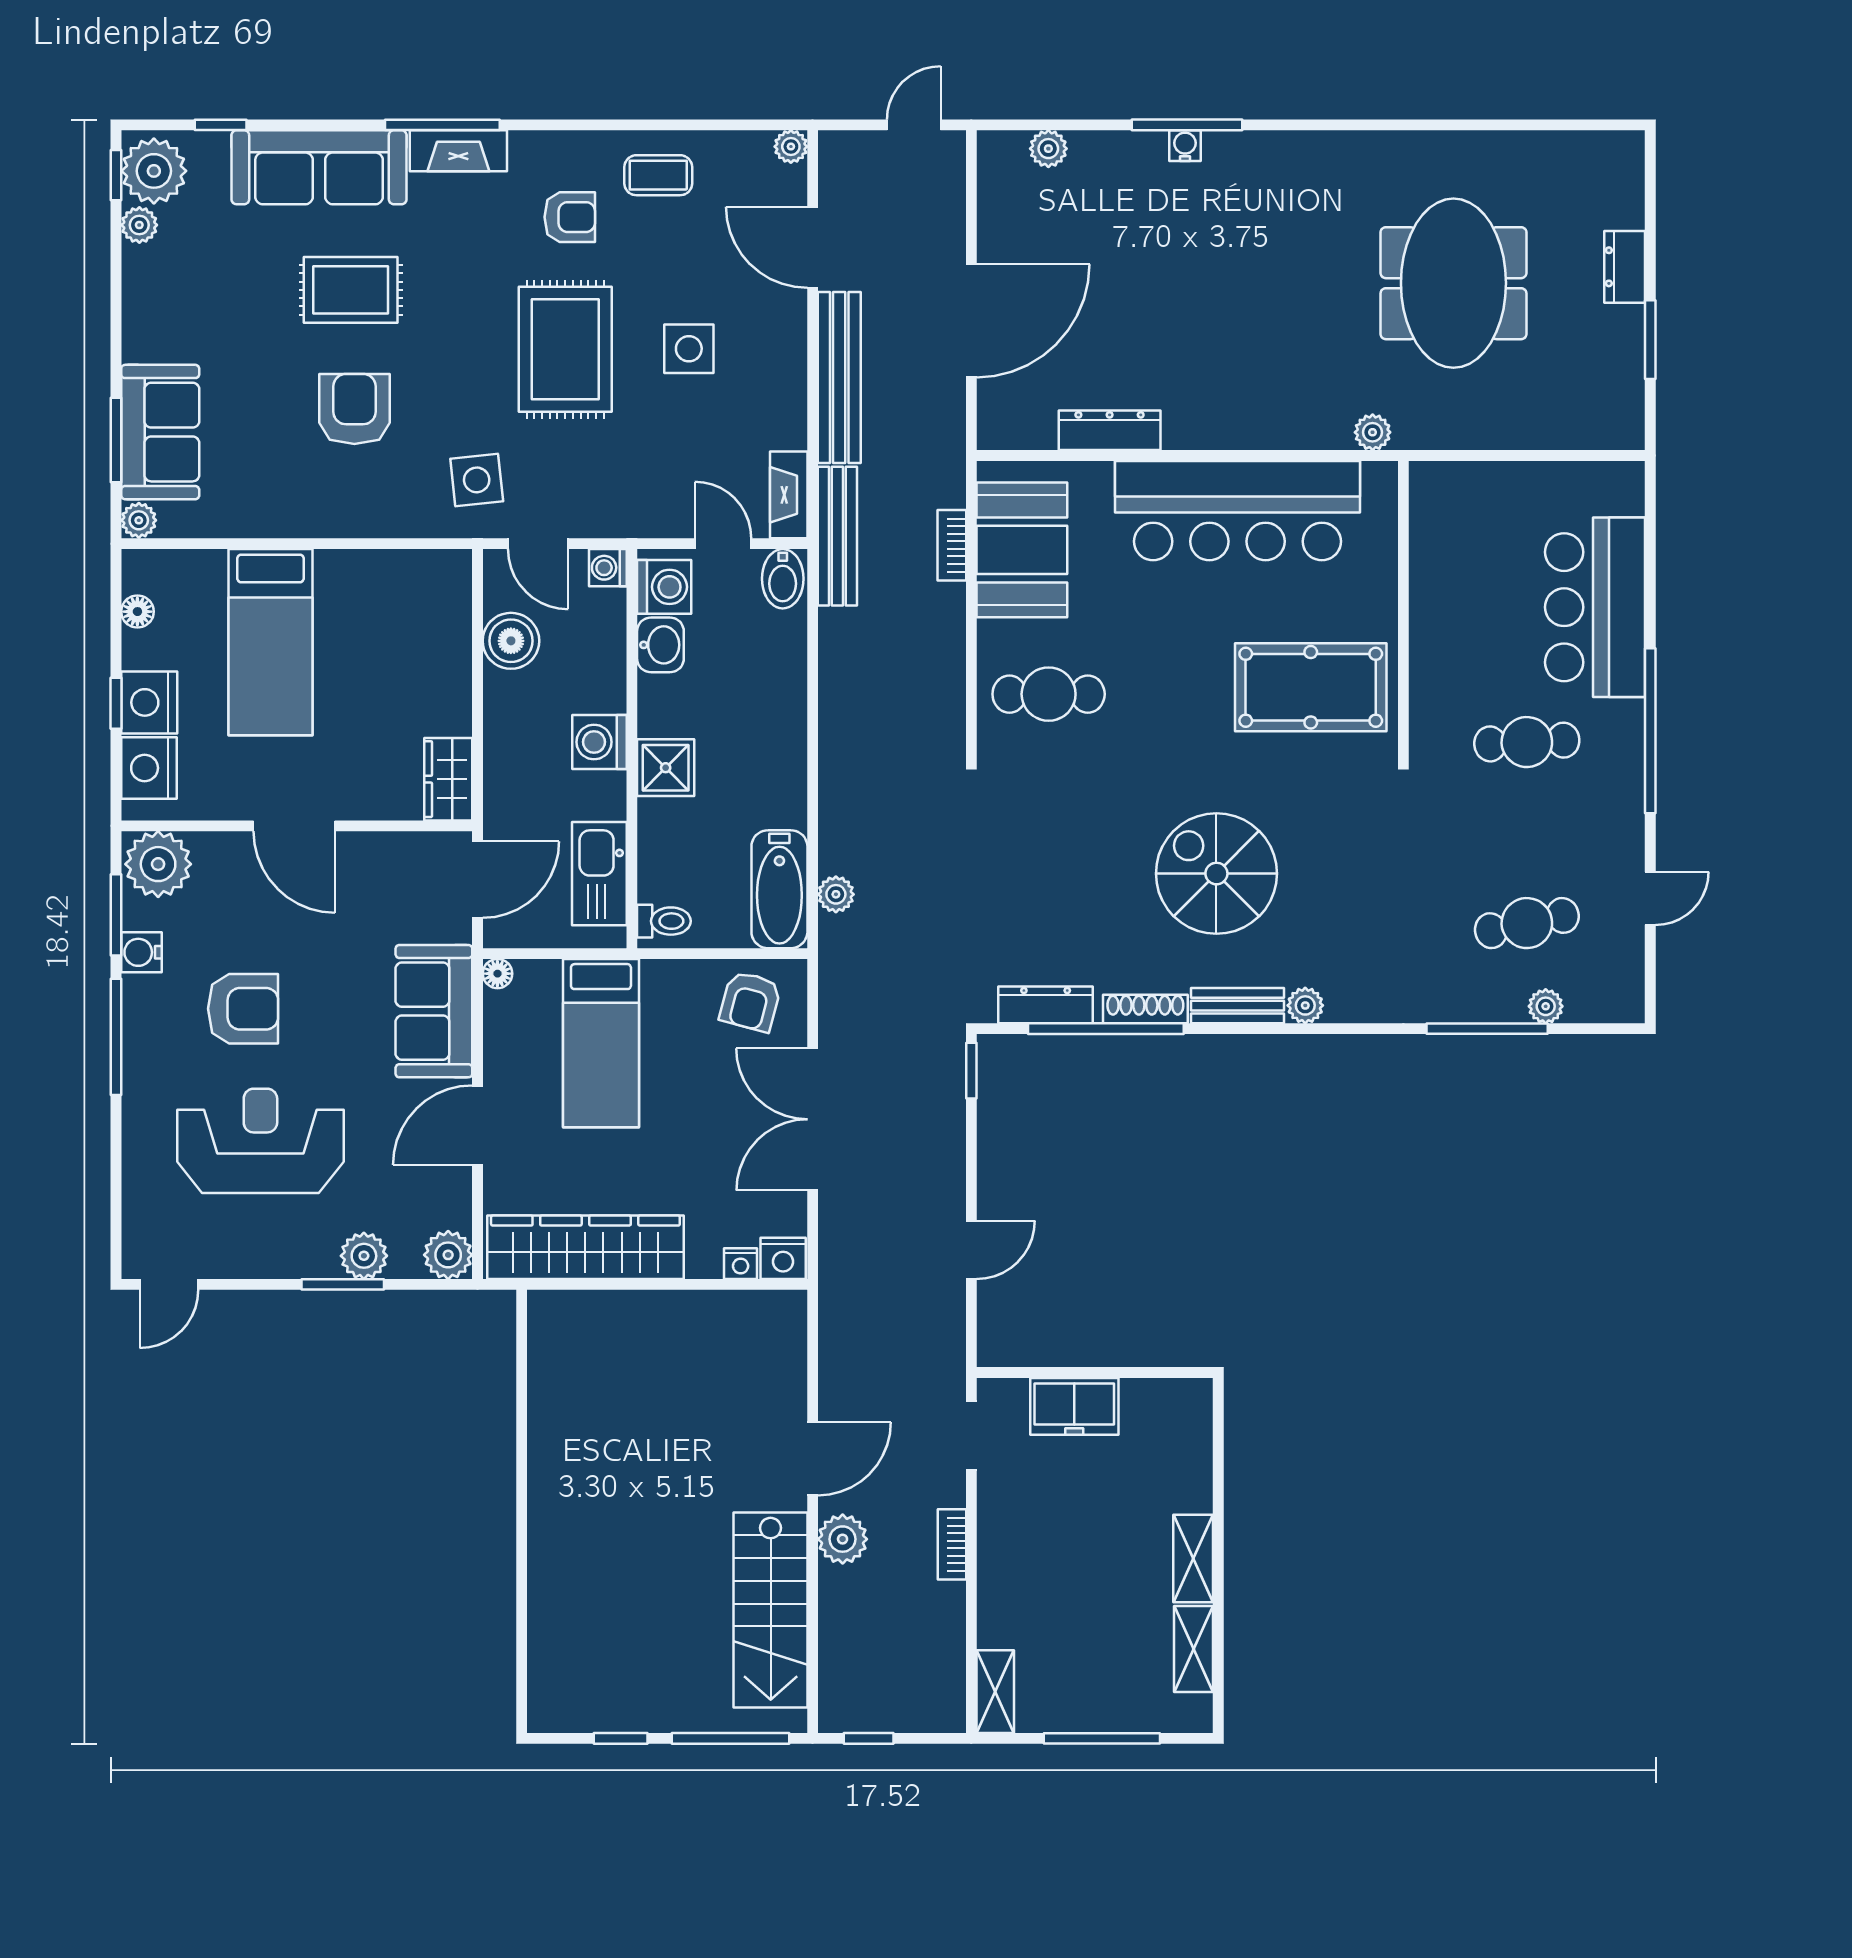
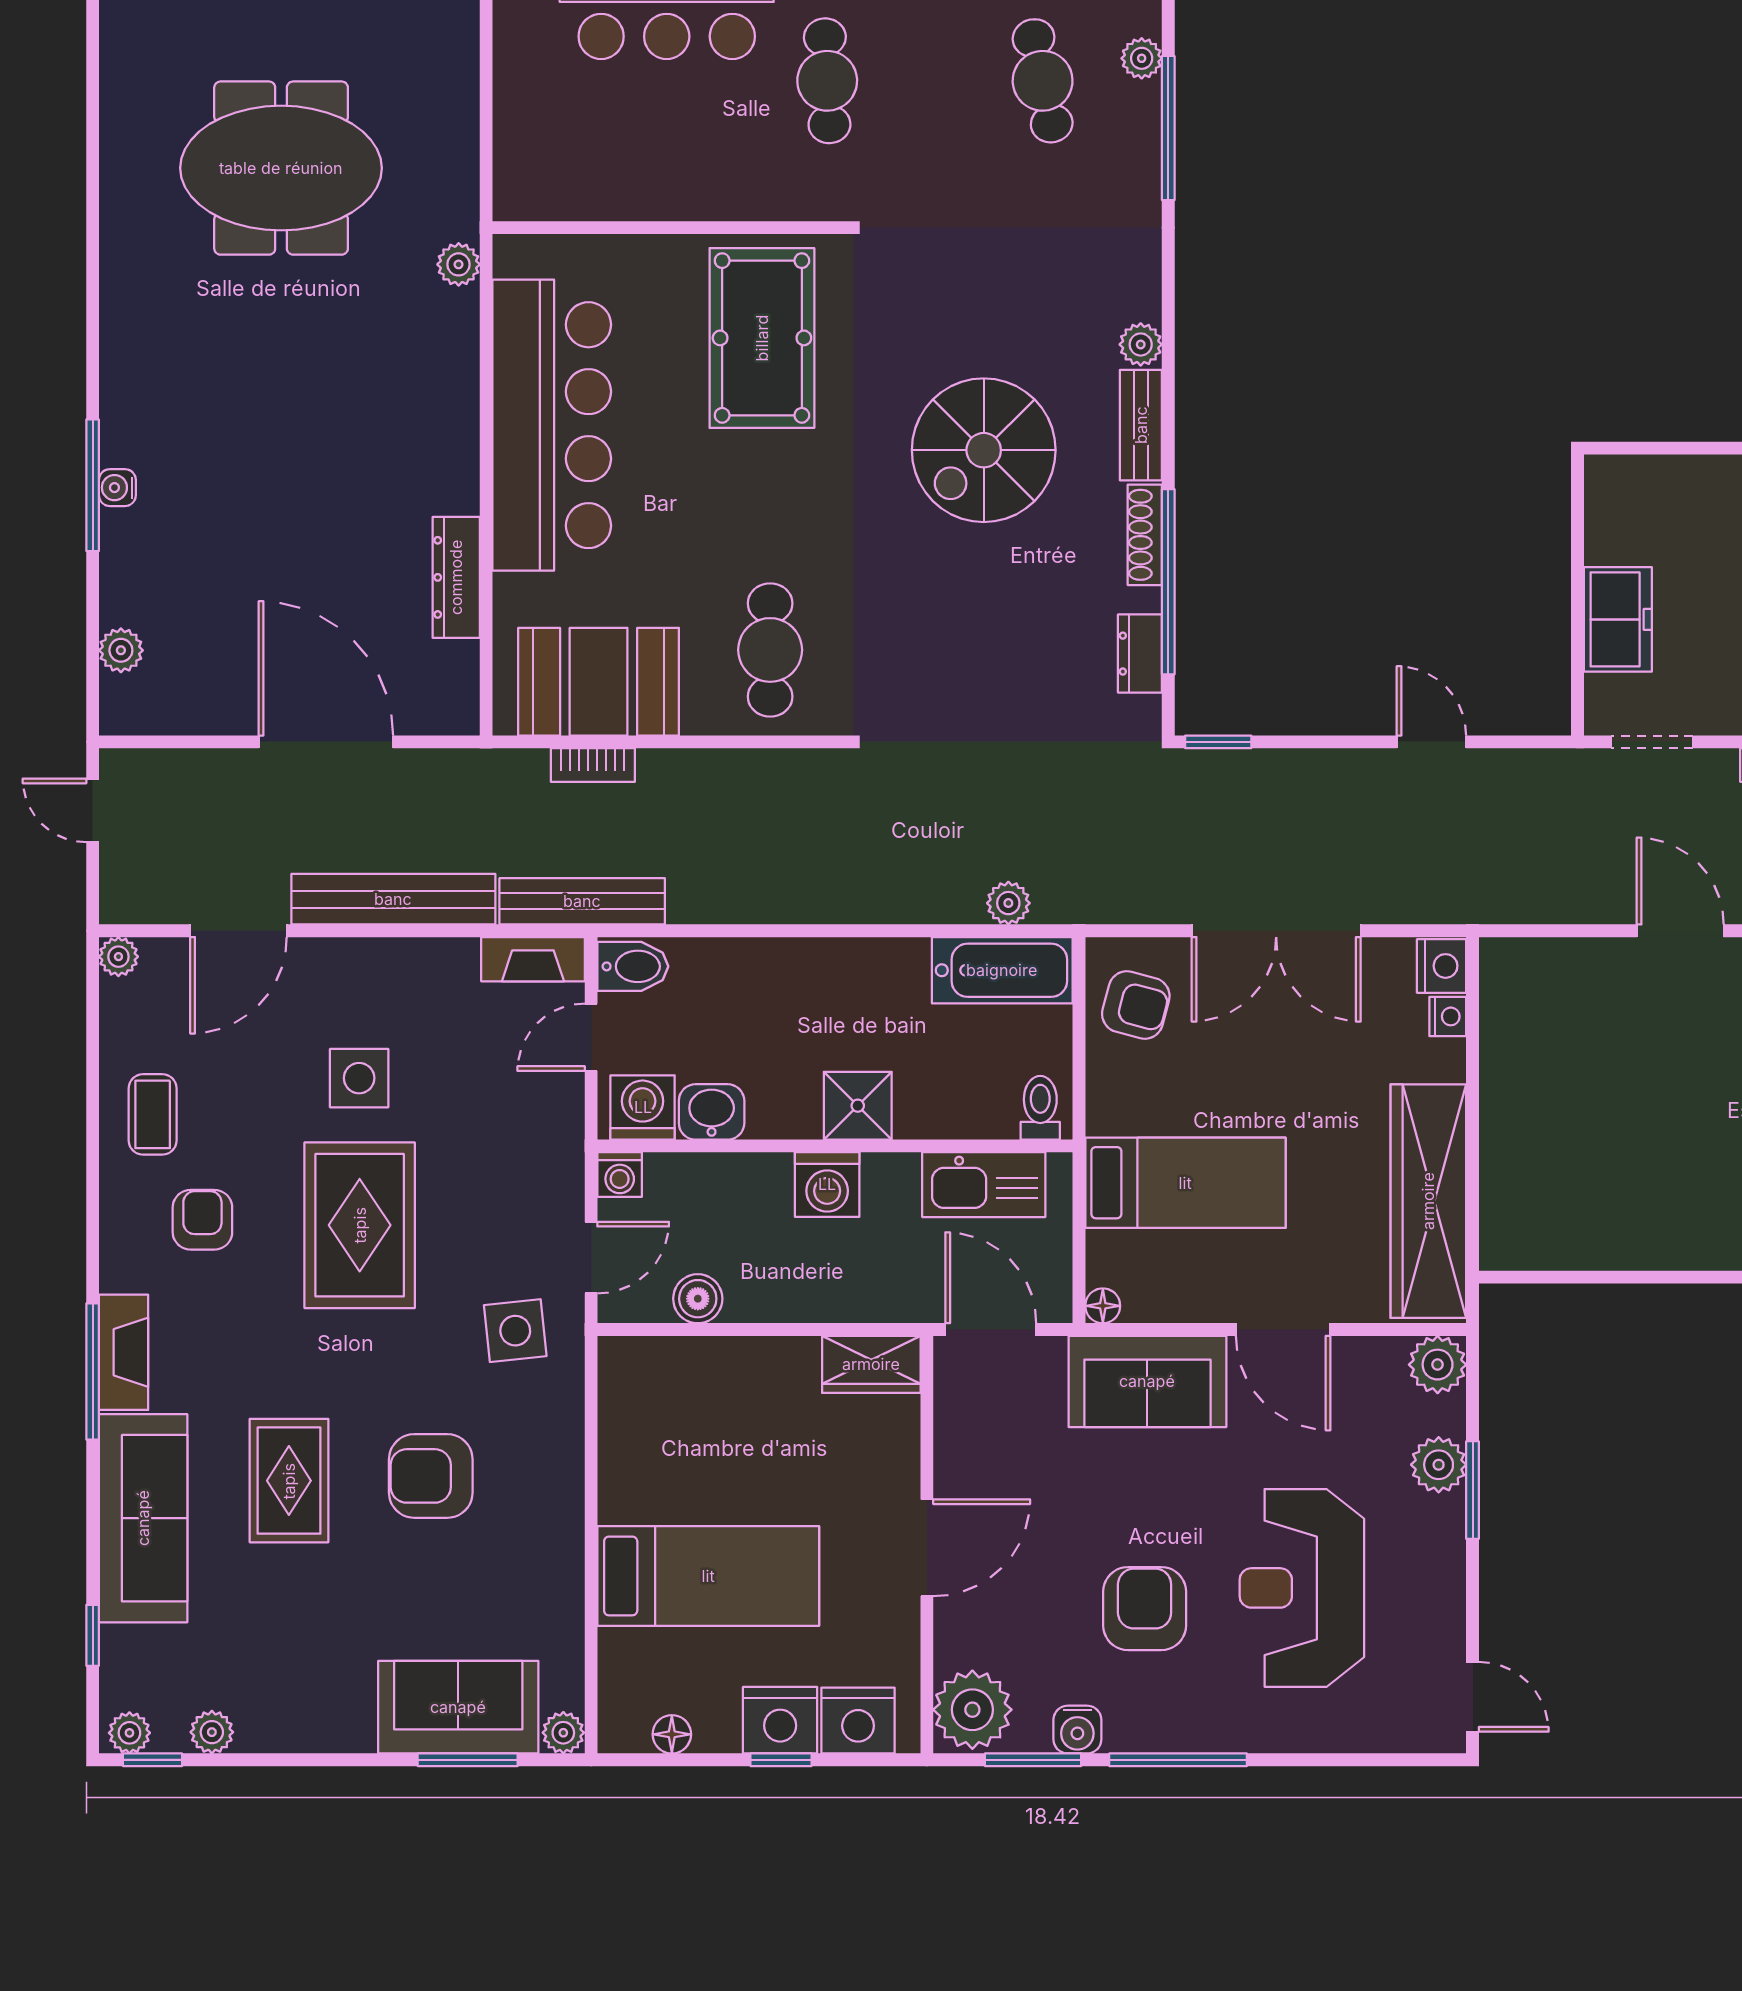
plant: (154, 171) -> (129, 1733), width x0.53, depth x0.53
rug: (565, 349) -> (360, 1225), turned 90
boiler: (511, 641) -> (698, 1299), width x0.73, depth x0.73
dresser: (1046, 1005) -> (1140, 654), width x0.70

